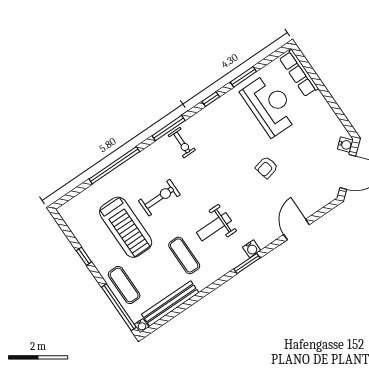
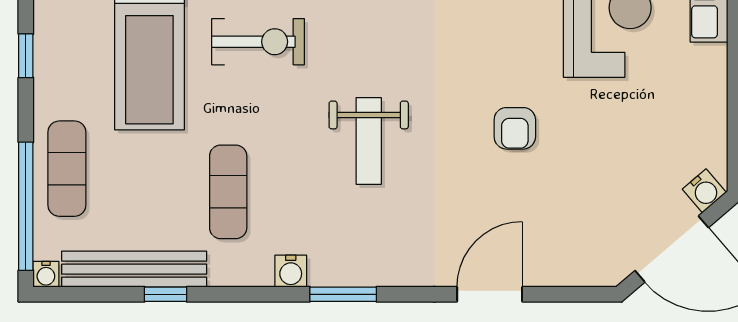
armchair: (267, 167) -> (515, 128), turned -77
weight bench: (214, 227) -> (369, 141), moved, turned -90
water cooler: (252, 249) -> (291, 271), moved
window: (187, 305) -> (166, 294), added

